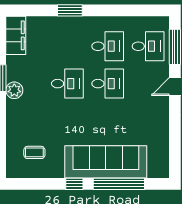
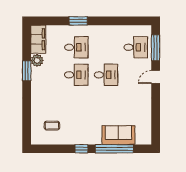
desk: (108, 46) -> (76, 47), moved
plant: (14, 90) -> (37, 60), moved
sofa: (106, 162) -> (118, 135), width x0.54, depth x0.79

